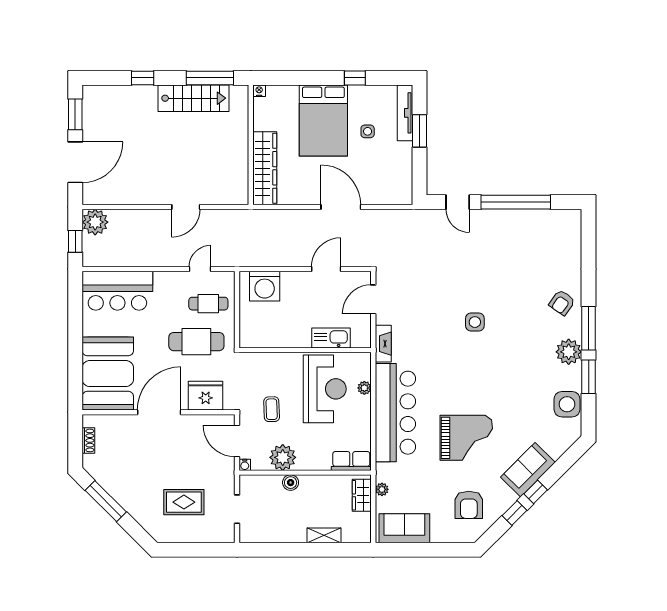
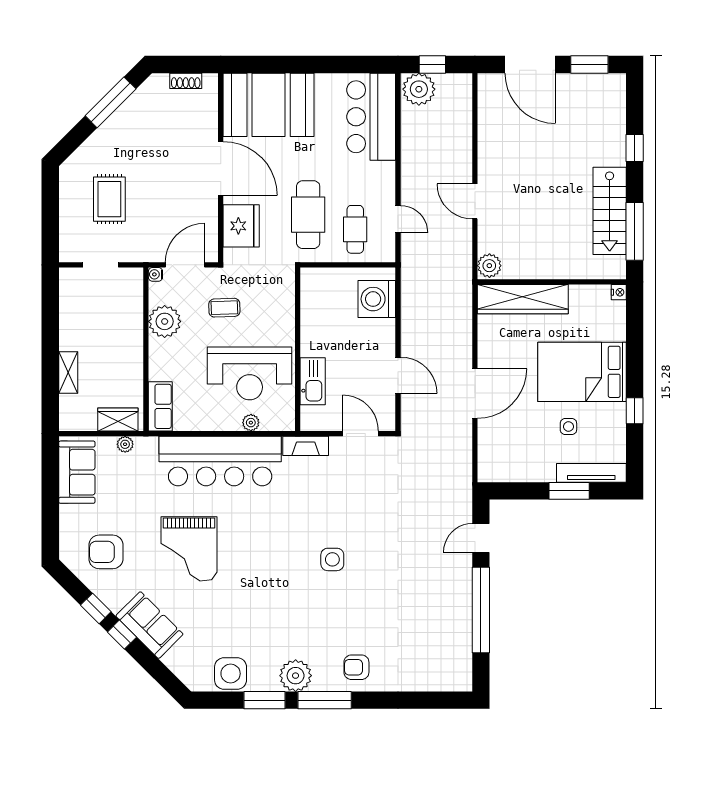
plant: (238, 195) -> (489, 266), added
plant: (95, 222) -> (419, 89), moved
armchair: (562, 303) -> (356, 667), turned -35
boiler: (291, 483) -> (134, 331), removed

